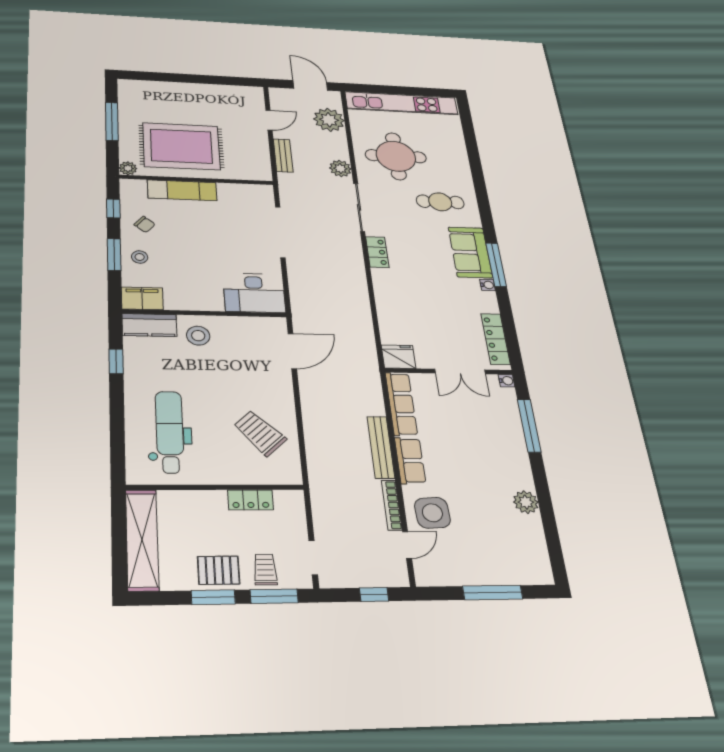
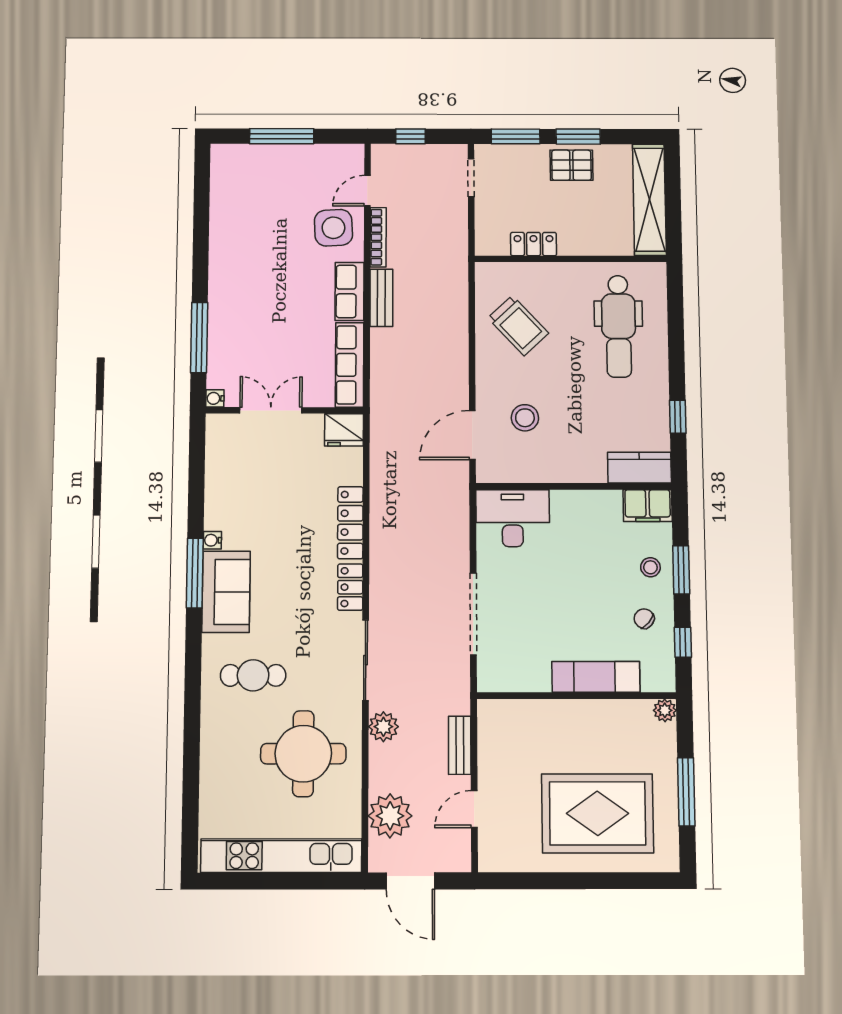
rug: (181, 146) -> (597, 813), moved
stool: (198, 336) -> (525, 418), moved
locker: (496, 339) -> (350, 523), moved, turned 180
bench: (381, 447) -> (381, 298), width x0.73
plant: (526, 502) -> (223, 240), removed
trolley: (265, 569) -> (523, 165), removed

